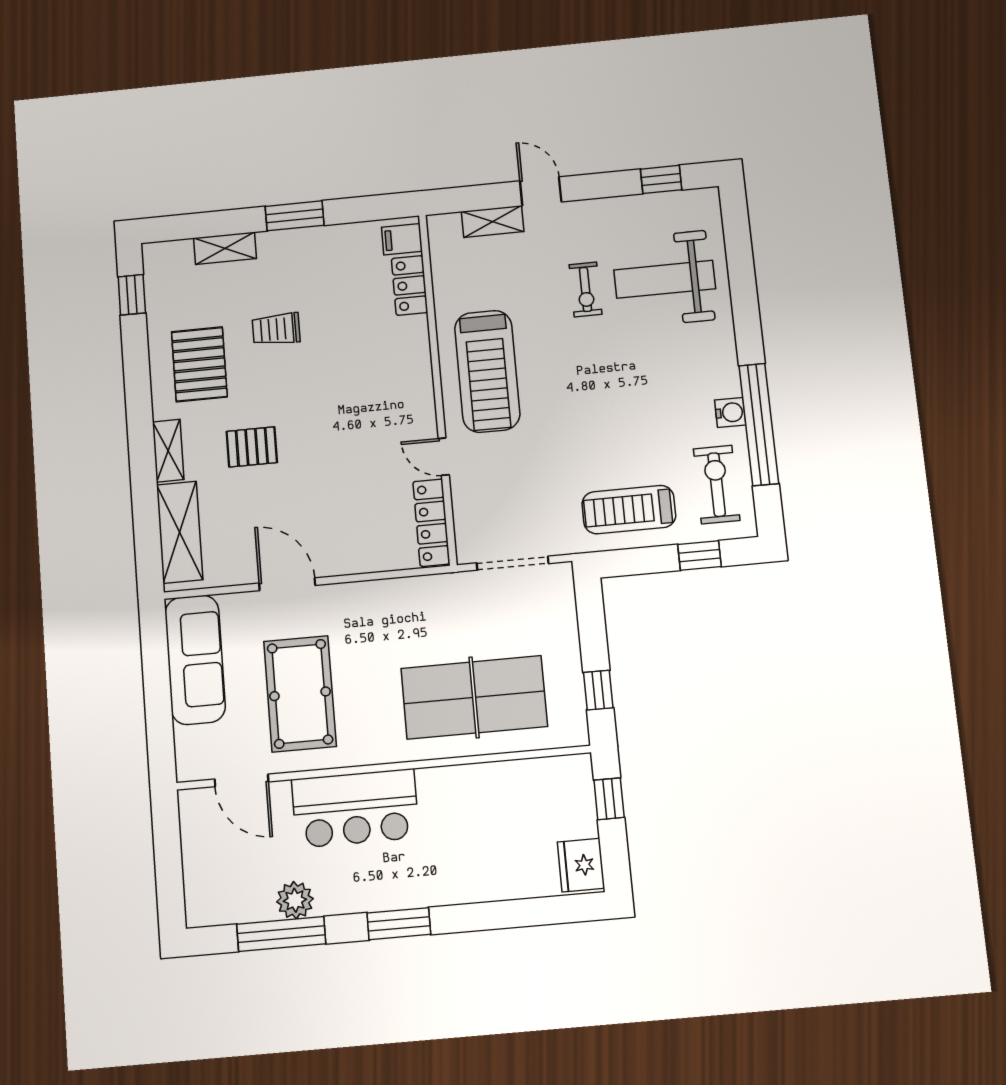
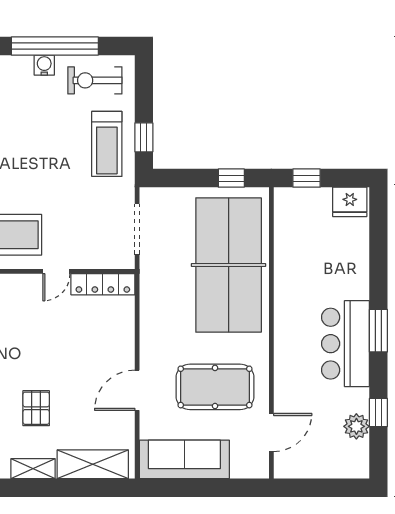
window: (700, 555) -> (144, 137), moved
table tennis table: (474, 697) -> (229, 265), width x1.36, depth x1.32
bar counter: (355, 808) -> (345, 344), moved, turned 180
plant: (295, 900) -> (356, 426), moved
window: (281, 934) -> (378, 412), width x0.46

